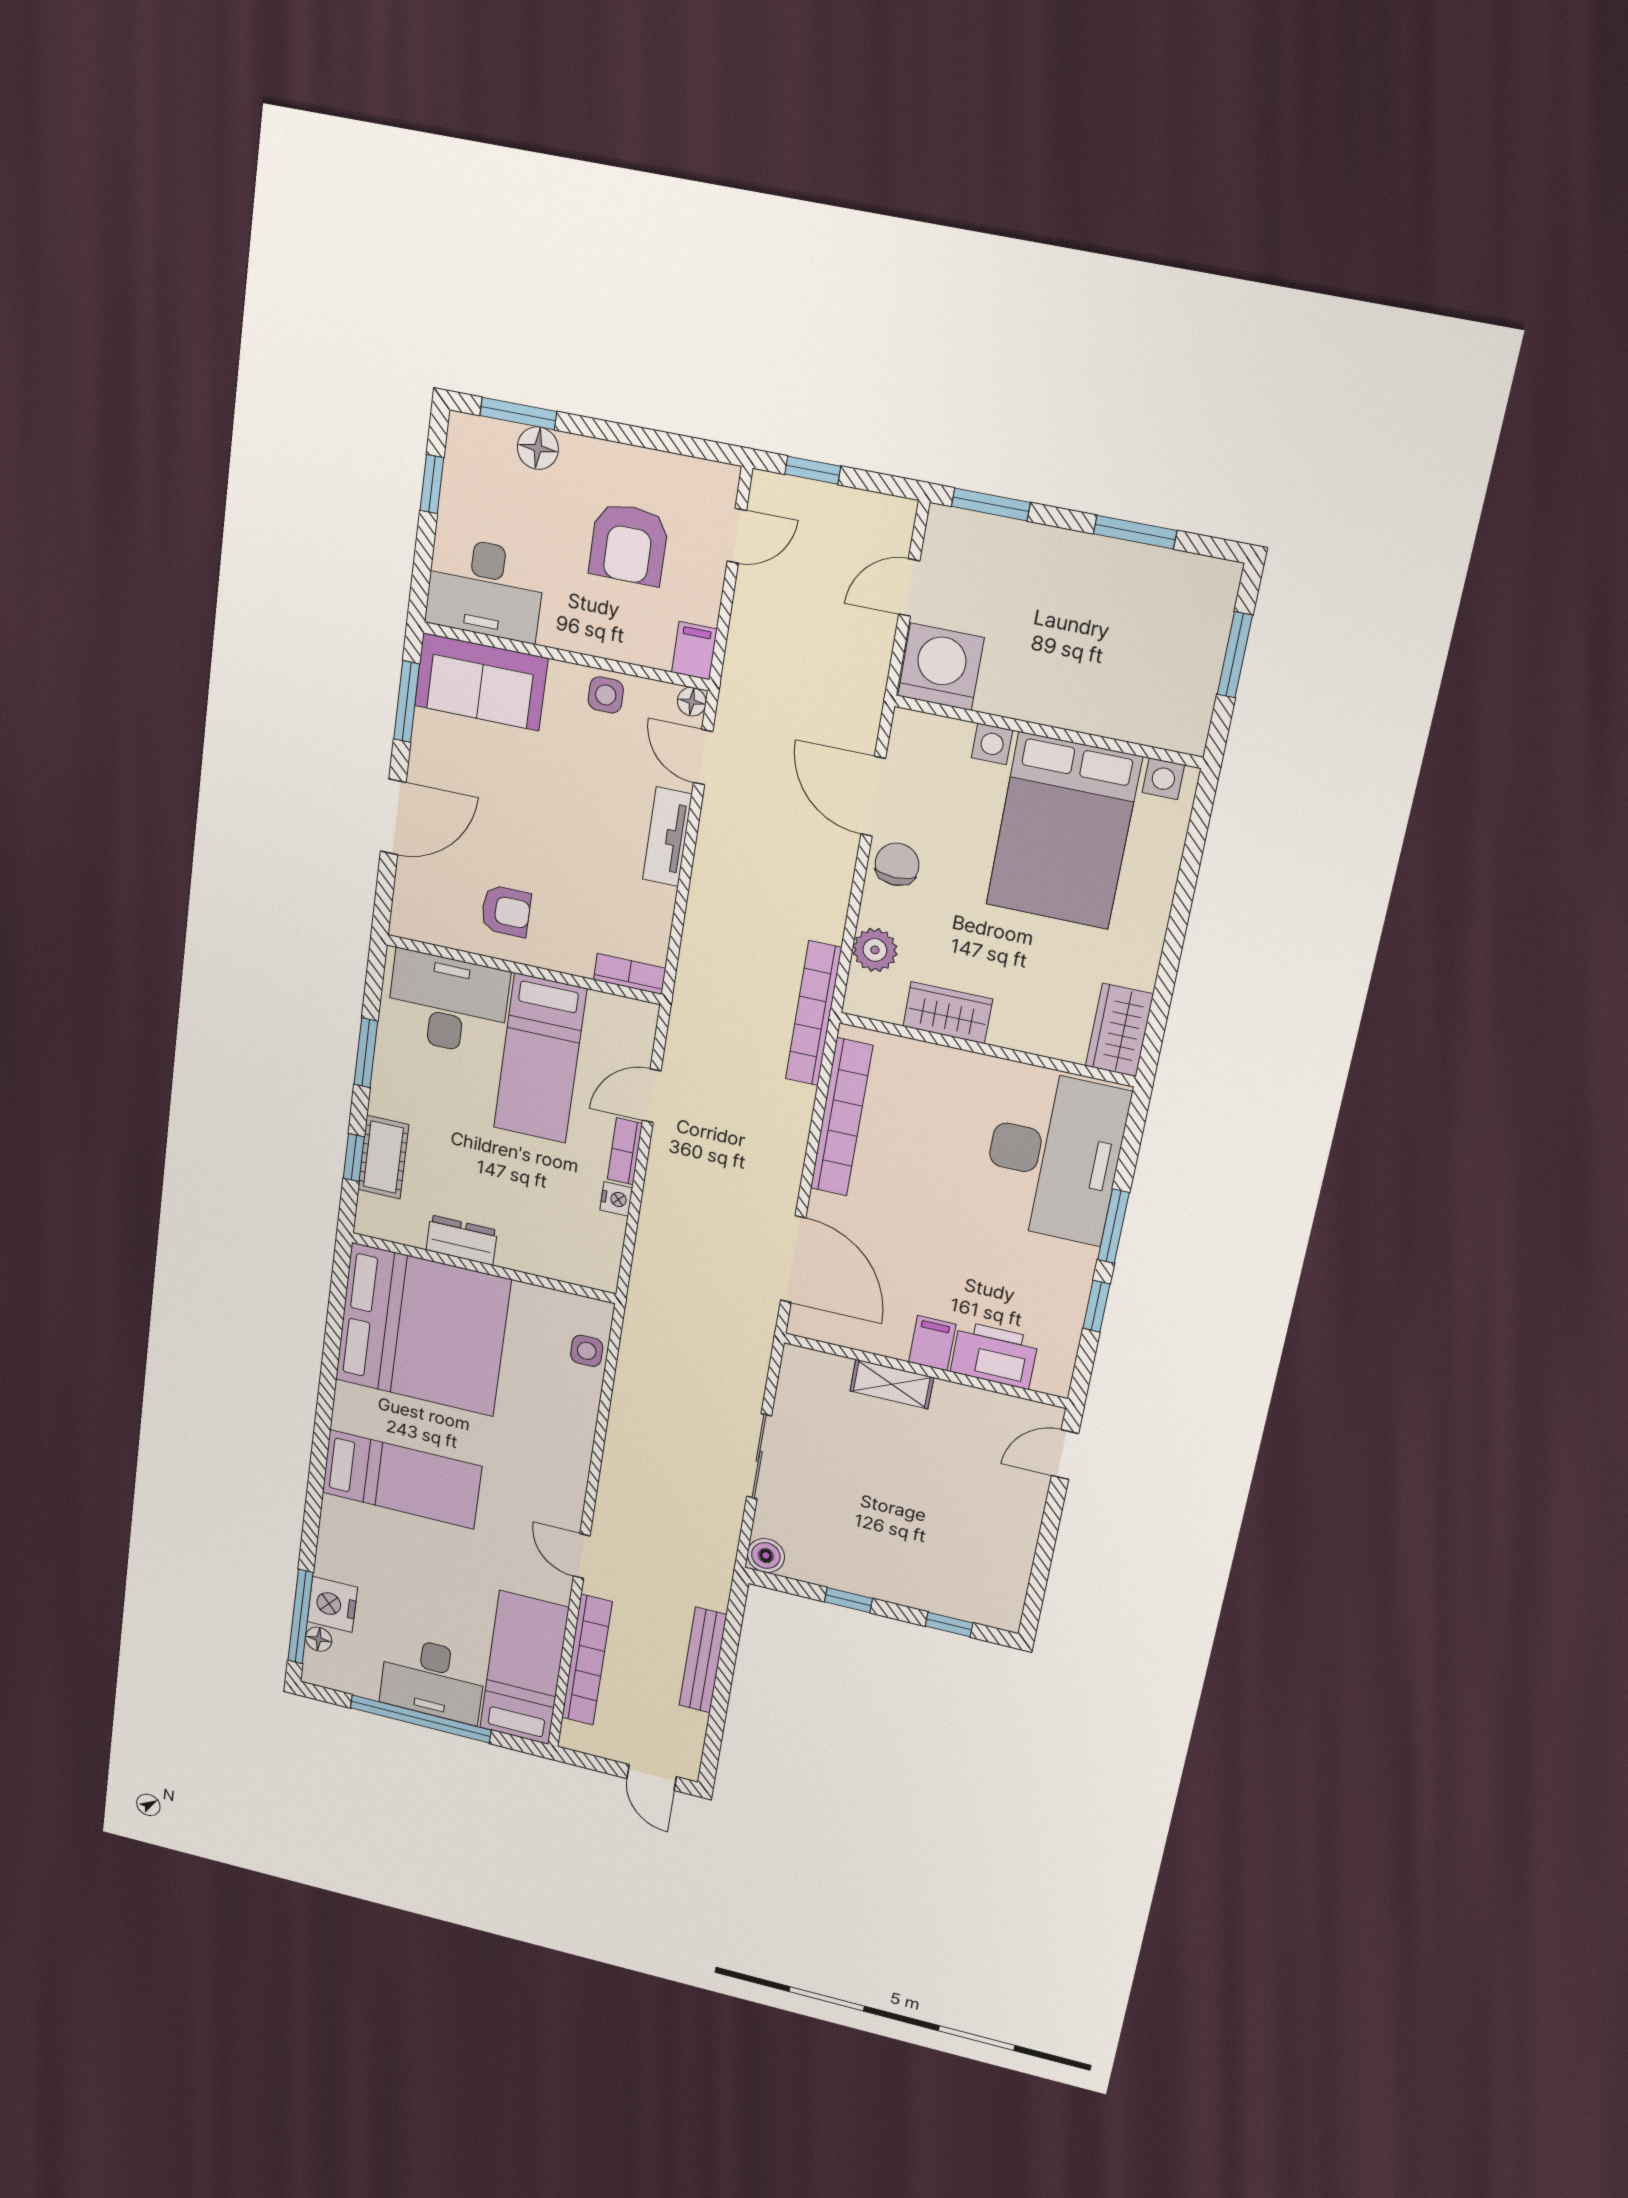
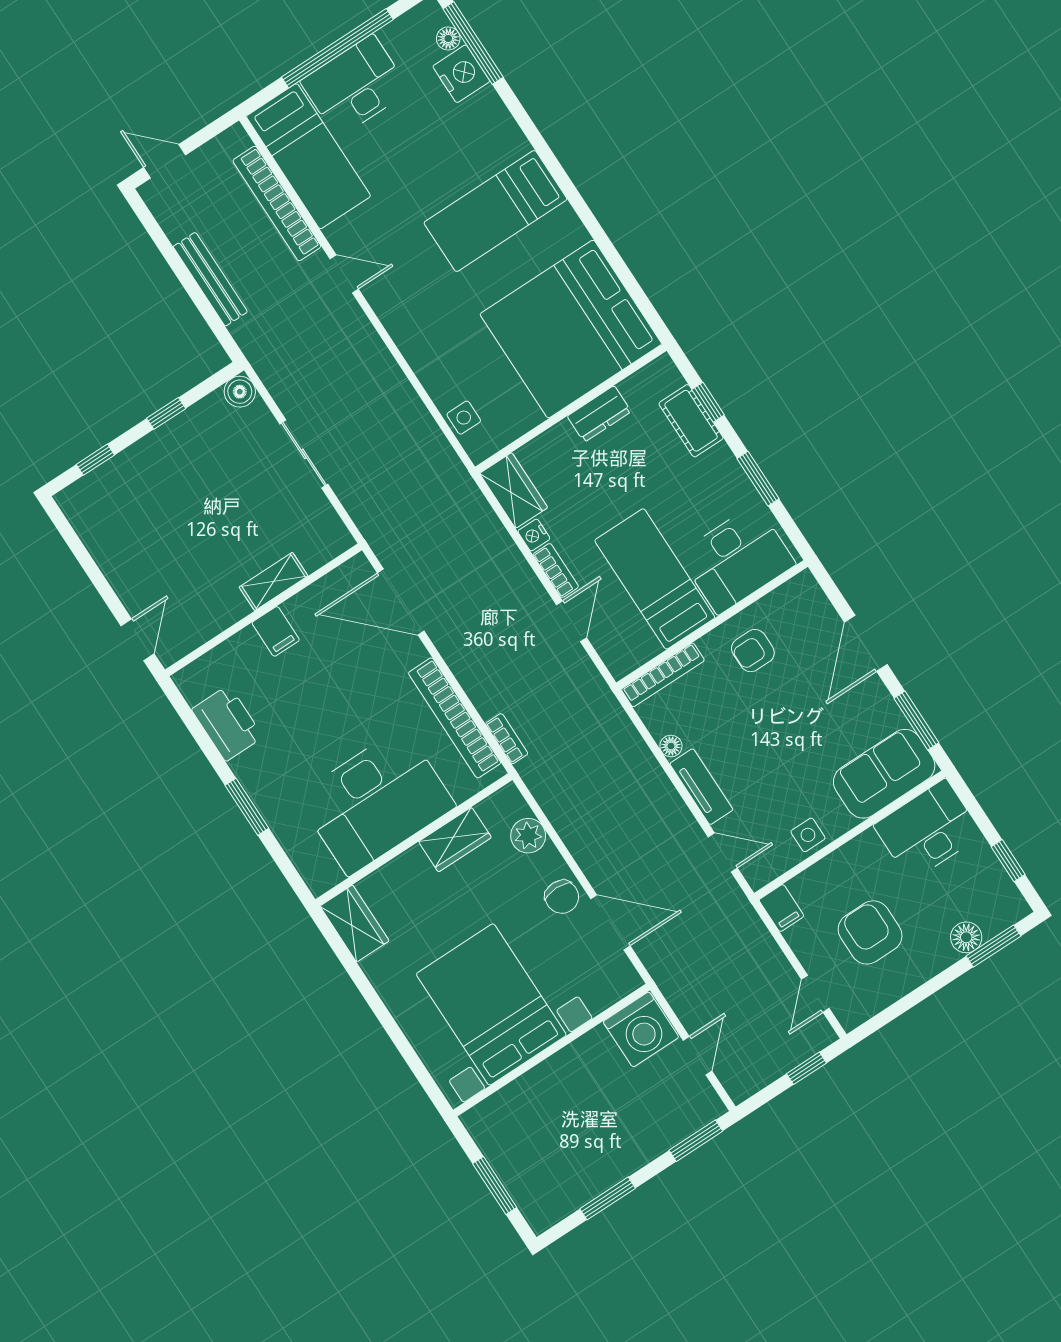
floor lamp: (692, 702) -> (671, 746), moved
bookcase: (630, 974) -> (663, 675), width x1.56
bookcase: (813, 1014) -> (507, 739), width x0.43, depth x0.76
desk: (1054, 1156) -> (376, 801), moved, turned -90
wardrobe: (599, 1252) -> (514, 491), added
window: (1096, 1306) -> (209, 749), removed
printer: (994, 1355) -> (227, 723), moved, turned -90

